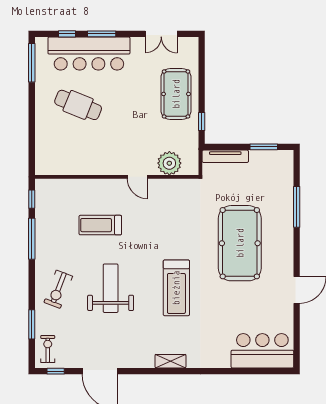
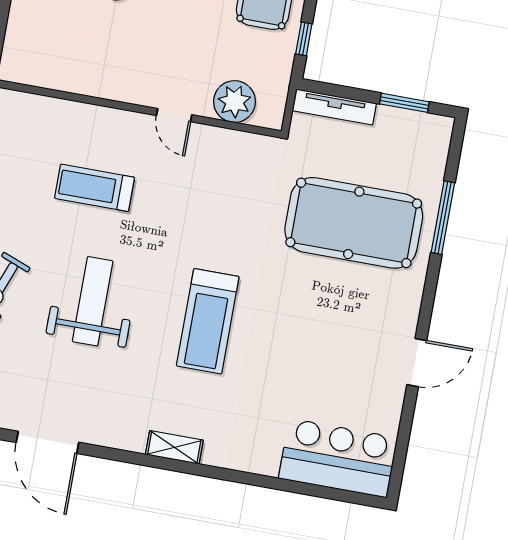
pool table: (240, 243) -> (354, 223), moved, turned 90

